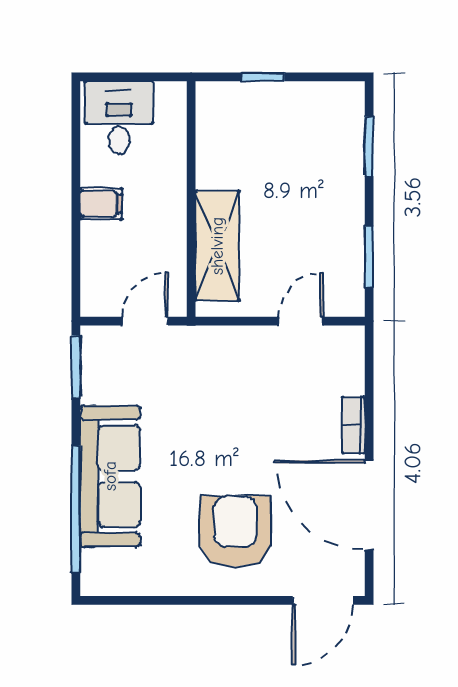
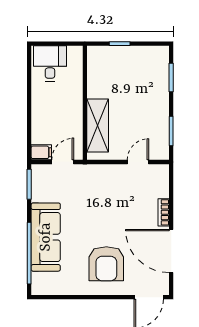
filing cabinet: (101, 204) -> (41, 152), moved
armchair: (235, 531) -> (106, 264), turned 180

